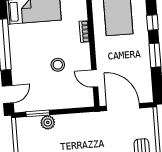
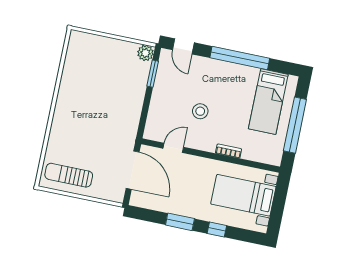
door: (123, 107) -> (133, 170), hinge flipped
plant: (48, 122) -> (145, 53), moved

